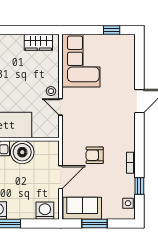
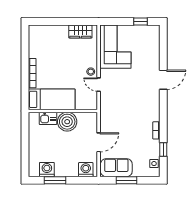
armchair: (95, 155) -> (127, 124), removed

